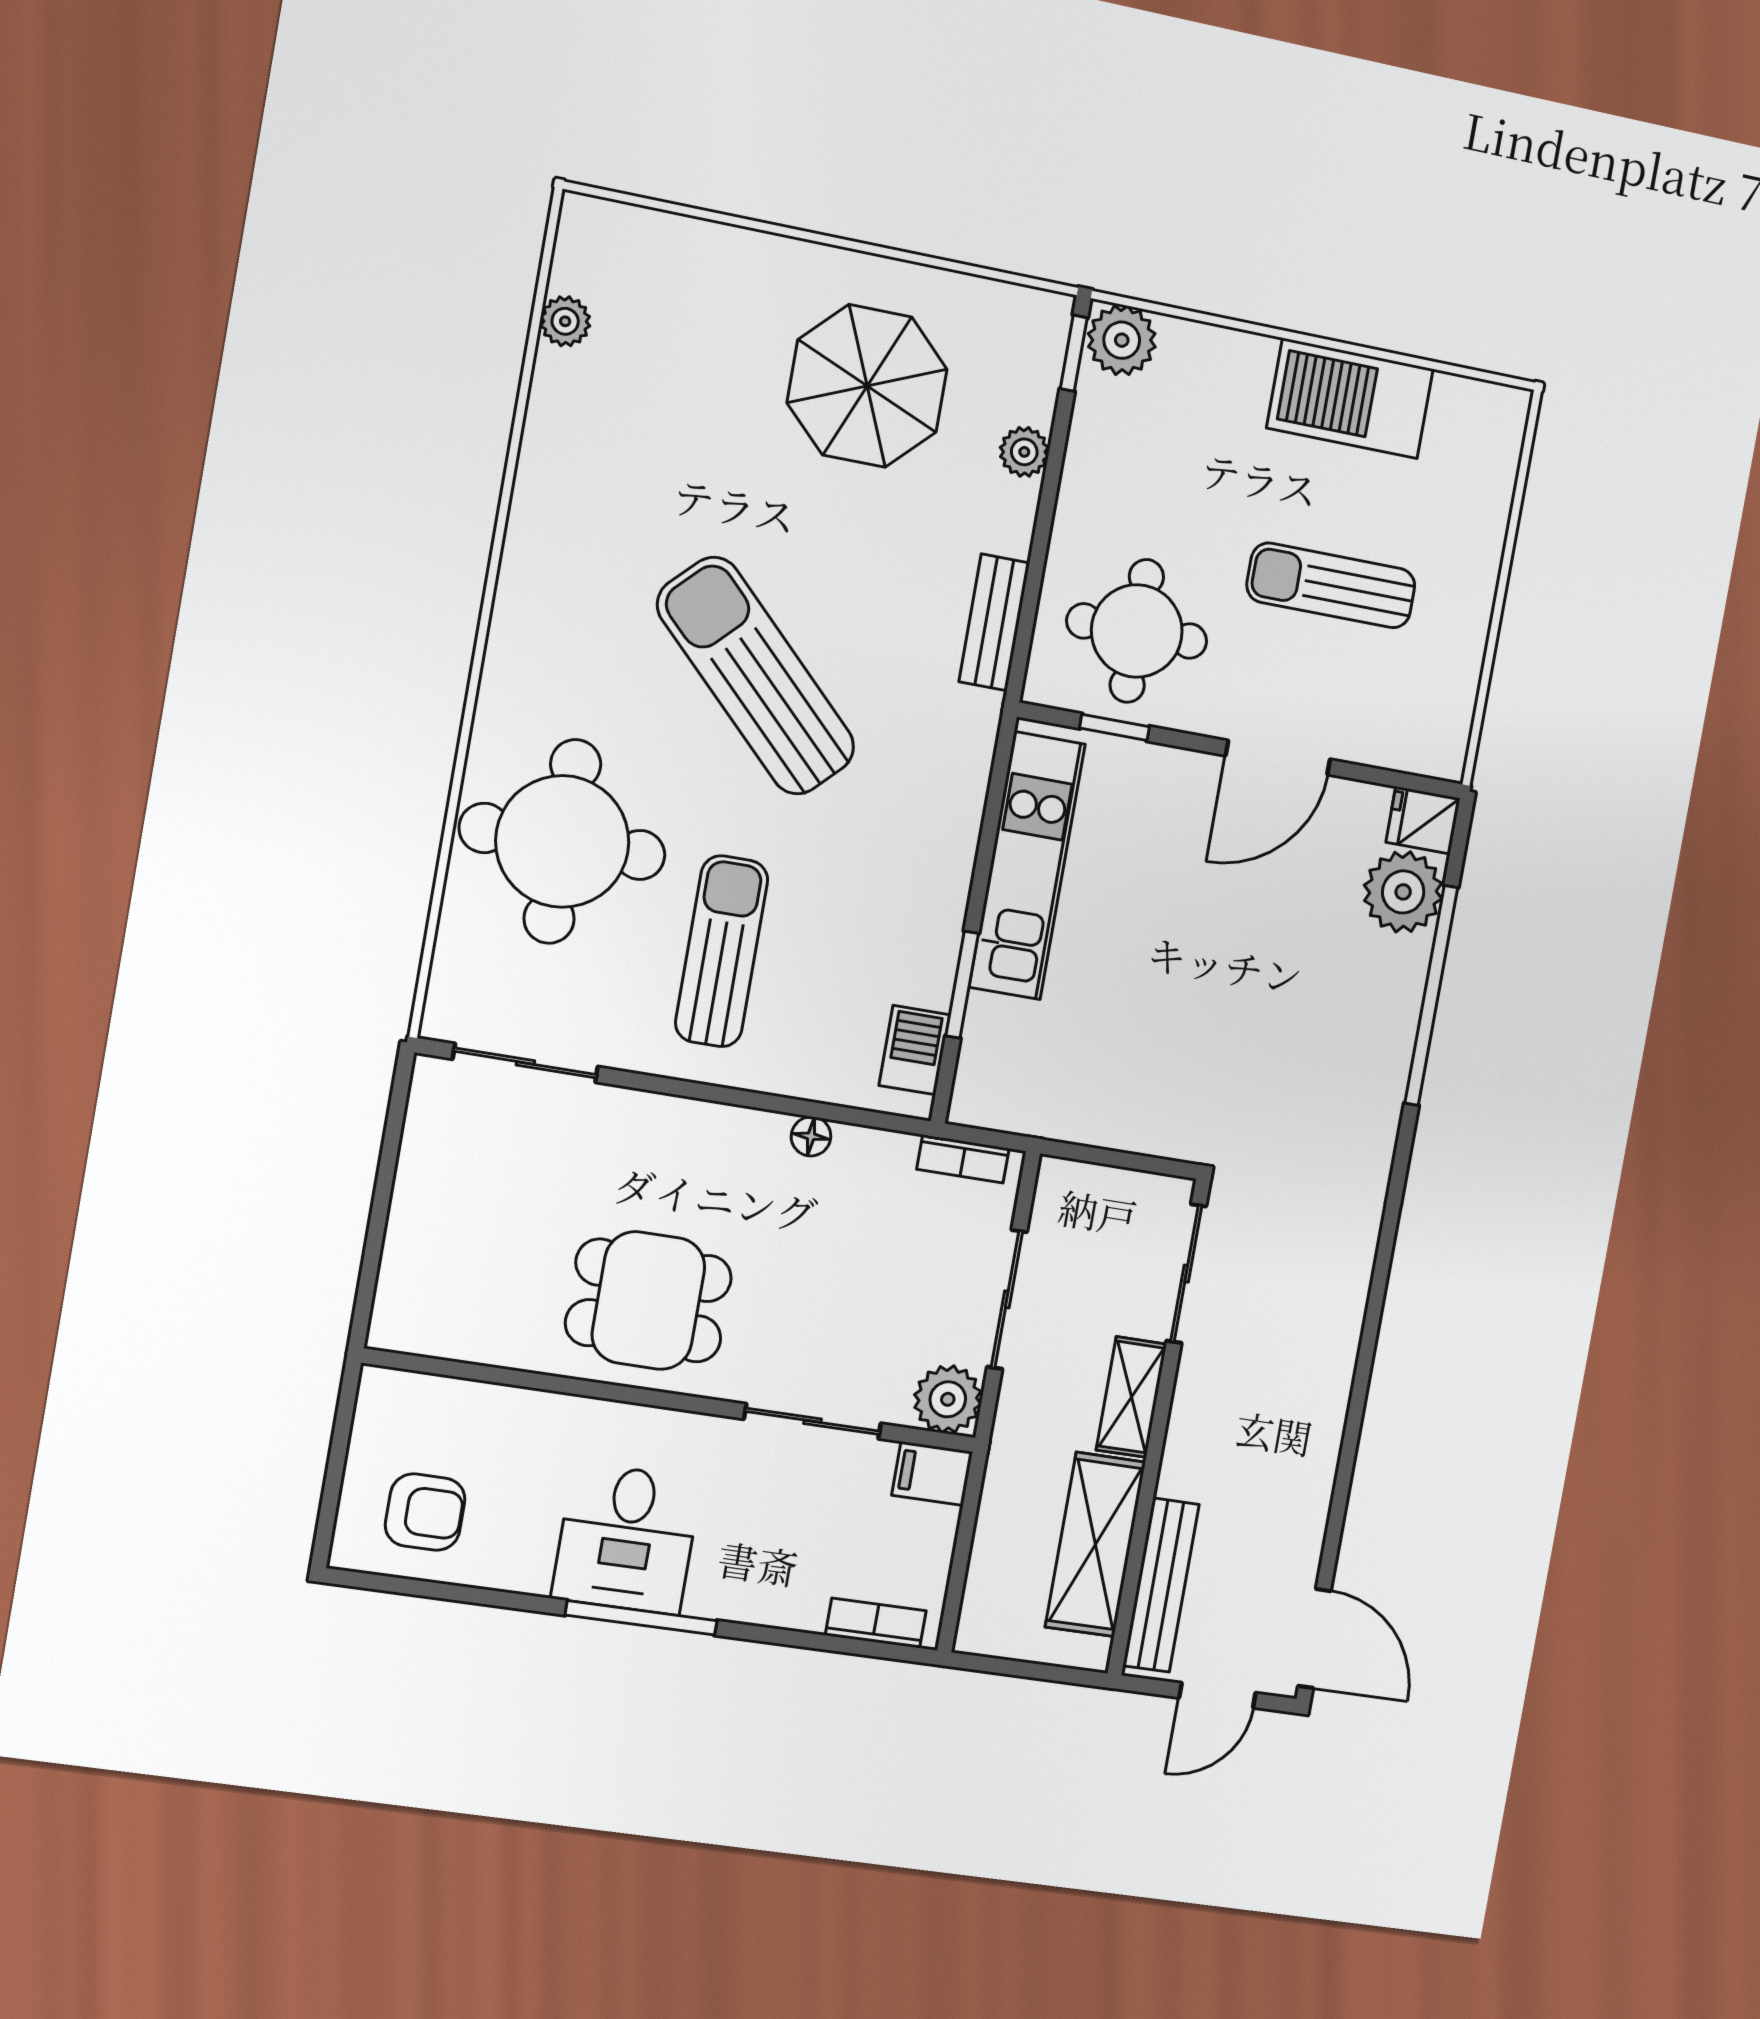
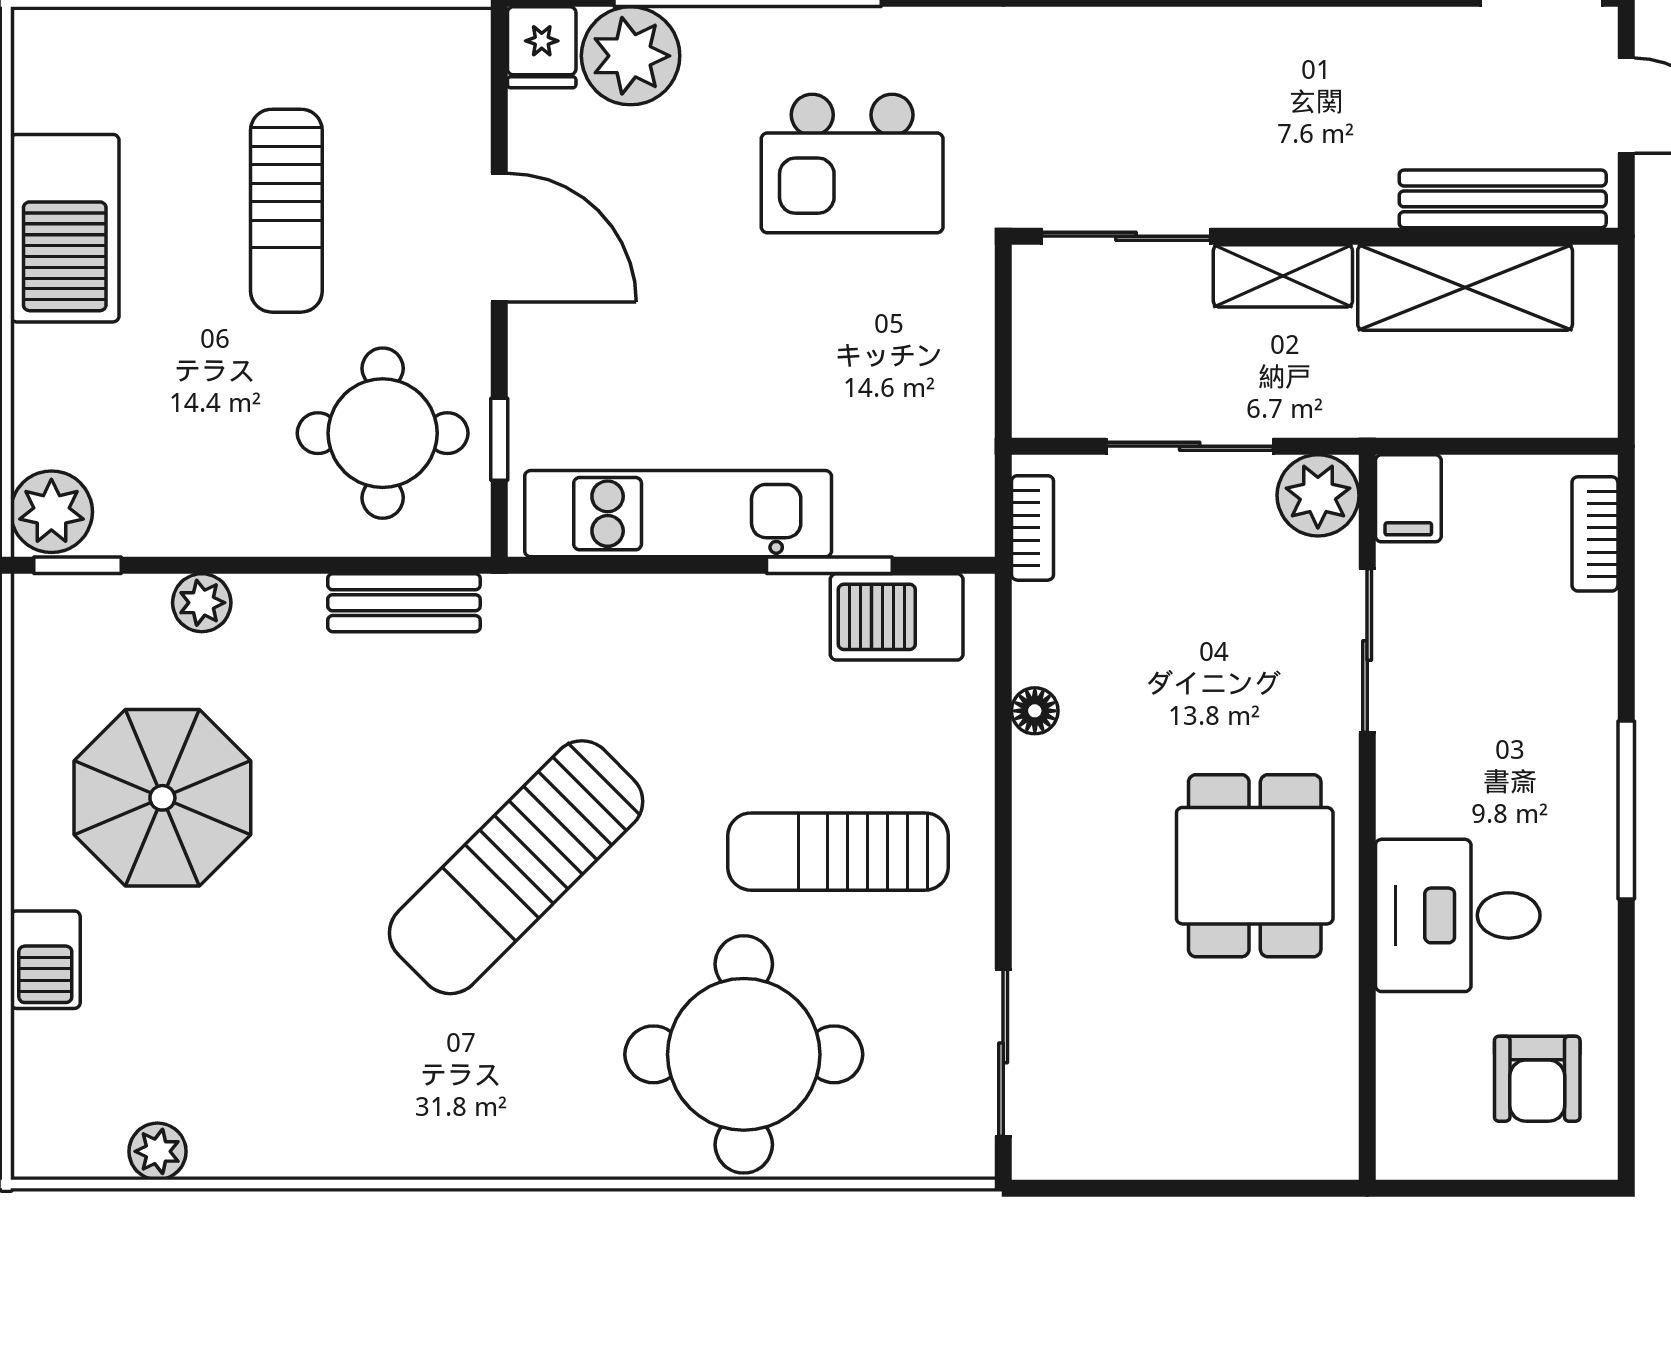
barbecue: (747, 258) -> (45, 960), added
barbecue: (914, 1050) -> (897, 617), width x1.38, depth x1.27
kitchen island: (1285, 1059) -> (852, 163), added
armchair: (425, 1512) -> (1537, 1079), turned 180
desk: (627, 1539) -> (1458, 915), moved, turned 180

